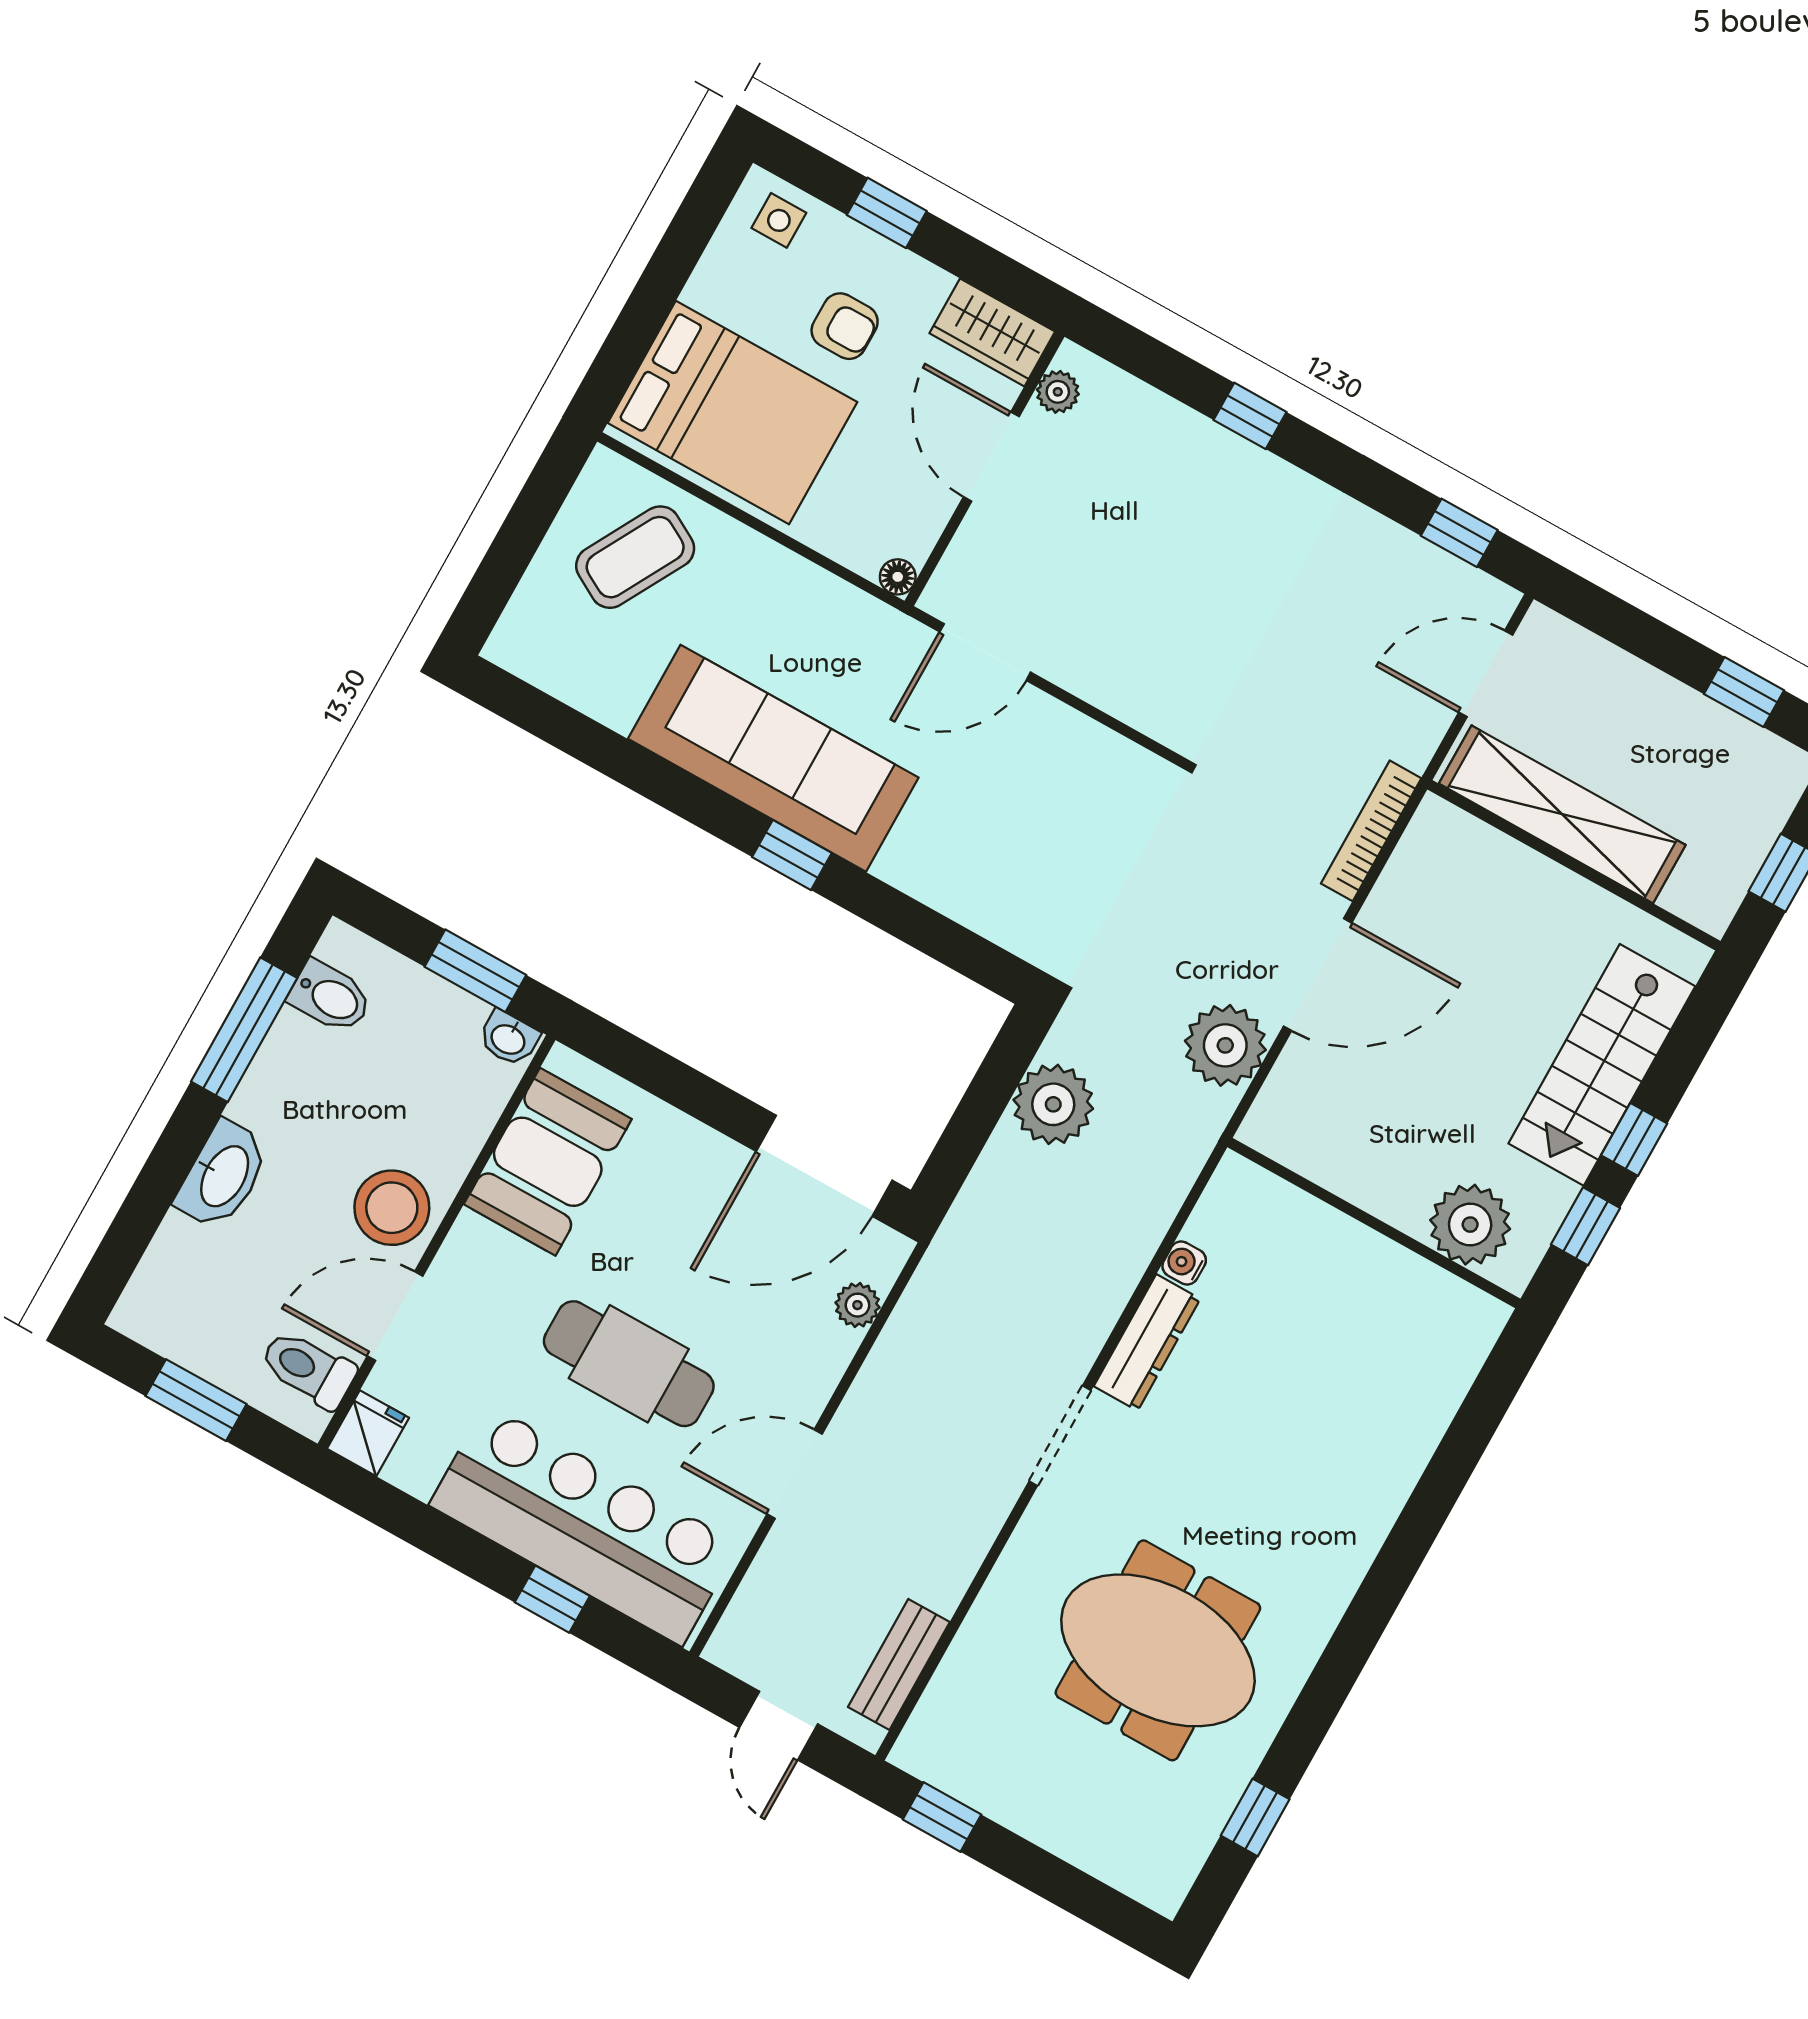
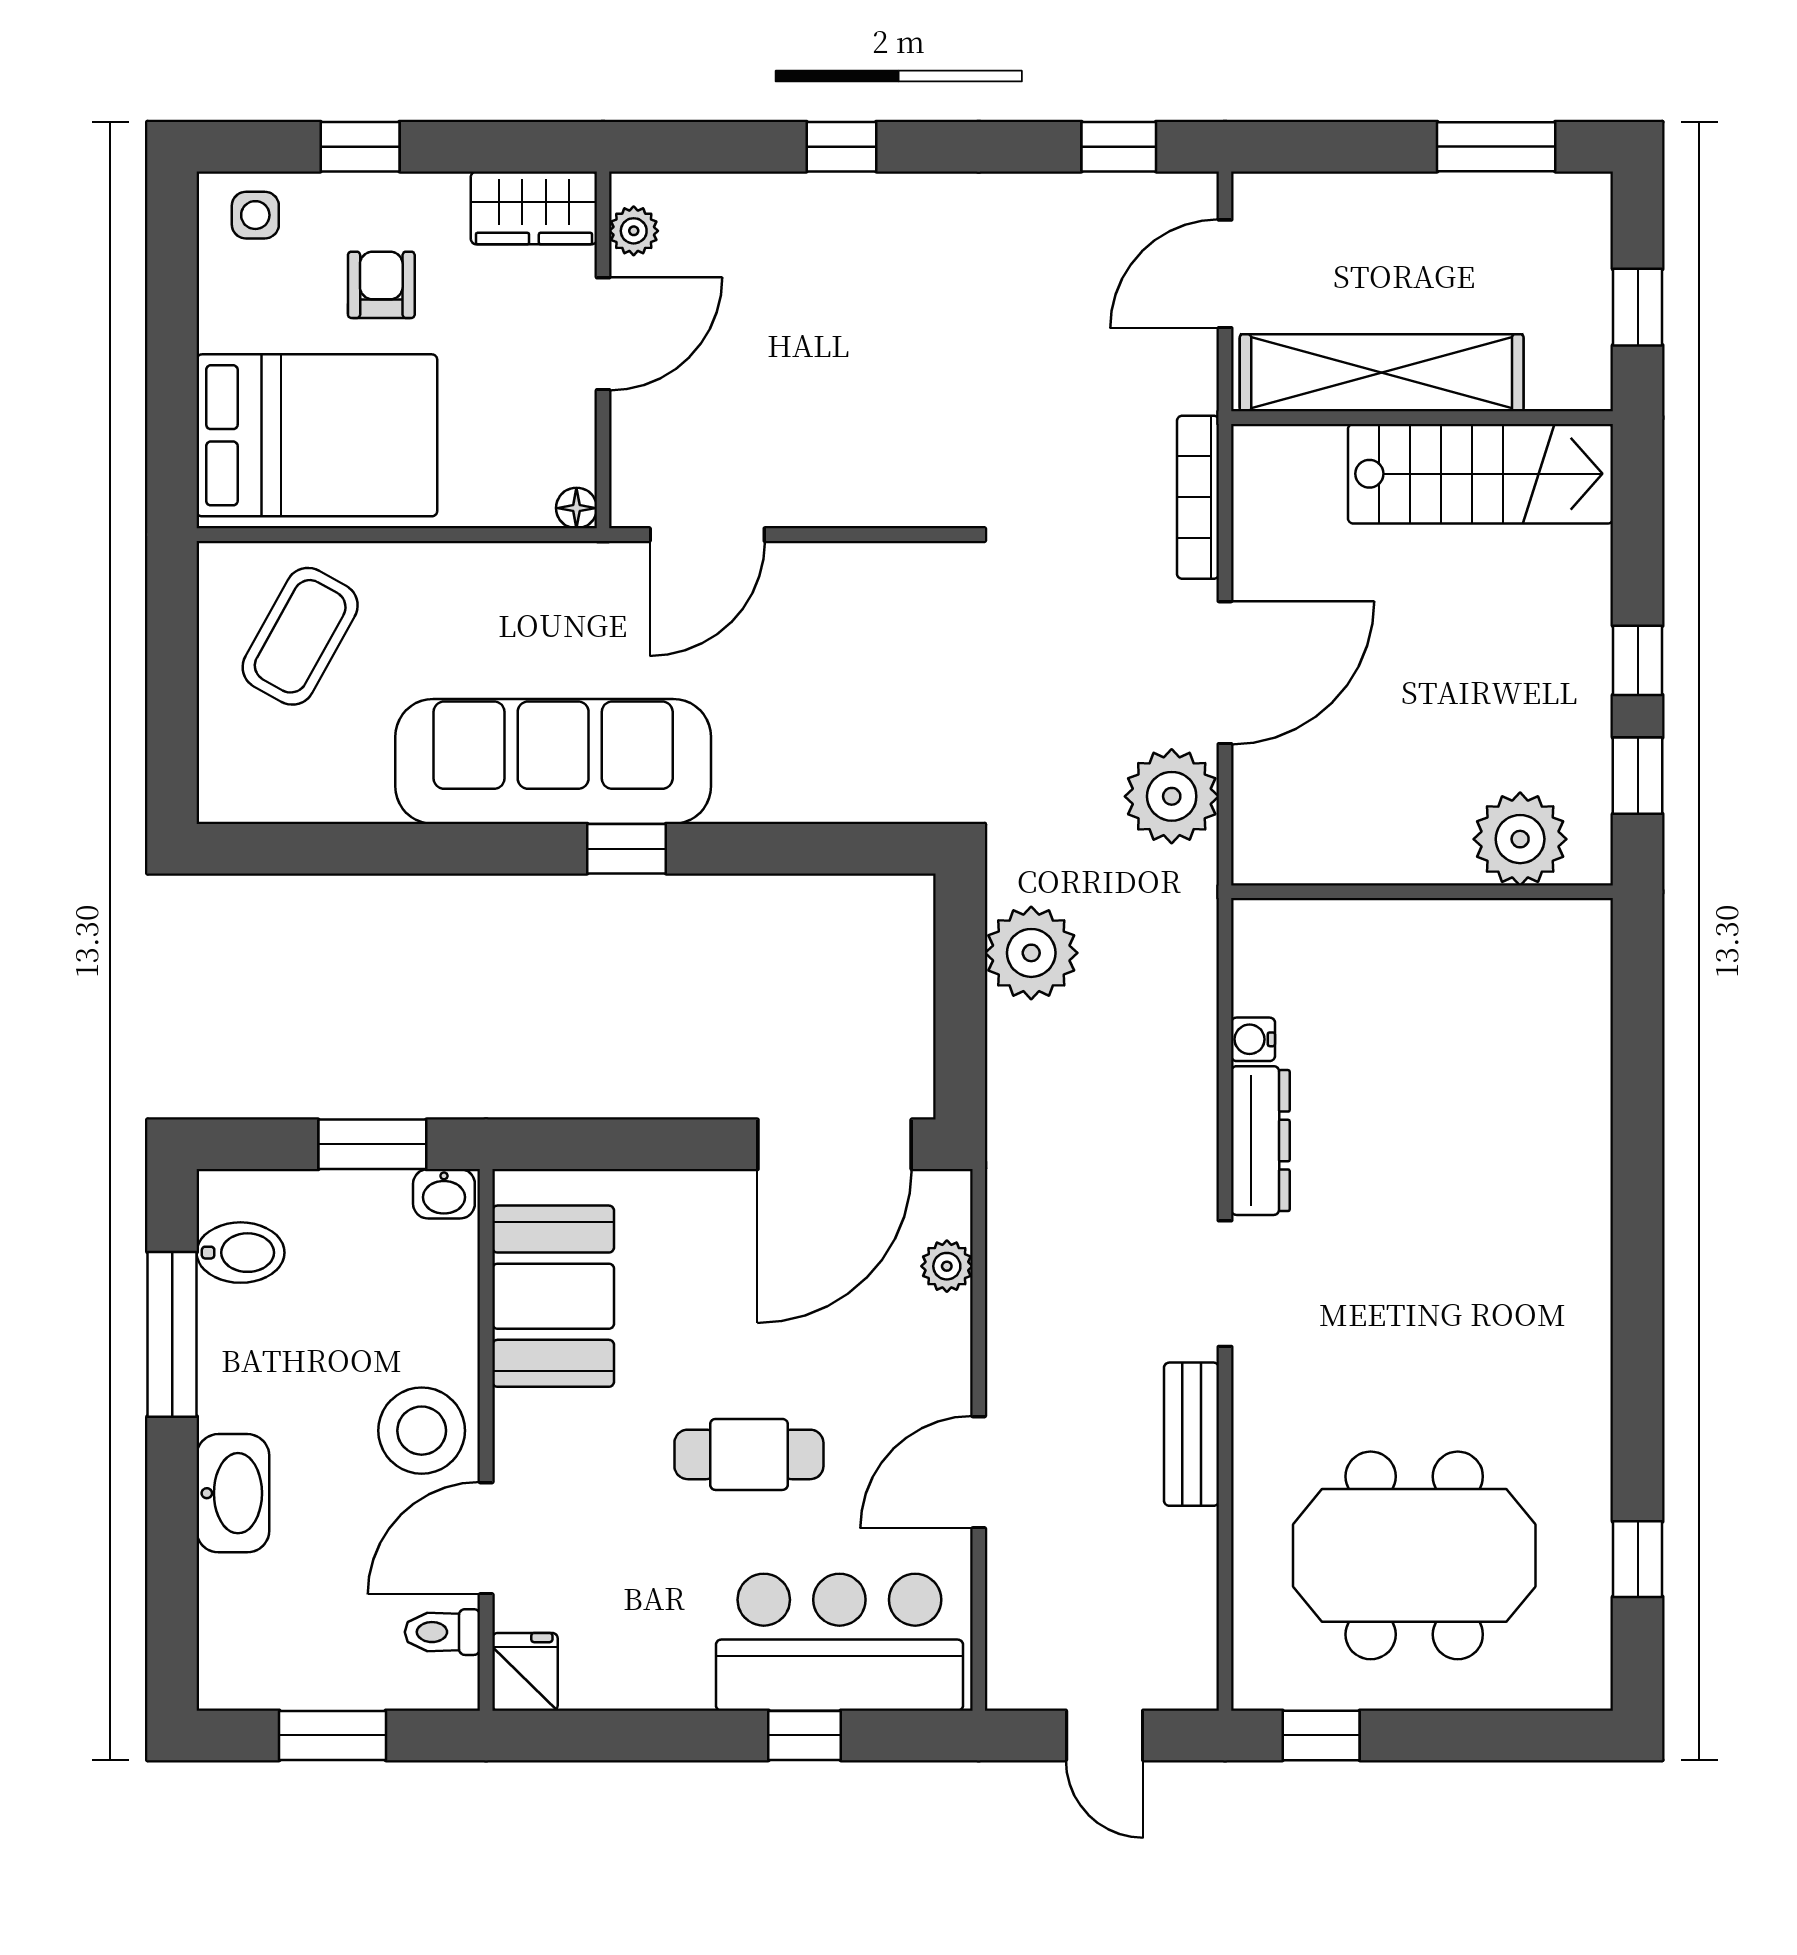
armchair: (845, 326) -> (381, 285), turned -90
door: (991, 457) -> (603, 334), swing flipped
window: (1744, 692) -> (1496, 147), width x1.50
stairs: (1602, 1065) -> (1481, 474), moved, turned -90
cafe table: (629, 1364) -> (749, 1454), width x0.73, depth x0.74
toilet: (308, 1369) -> (442, 1632), width x0.73, depth x0.72
bar counter: (584, 1525) -> (839, 1642), width x0.73
meeting table: (1158, 1650) -> (1414, 1555), moved
bench: (899, 1664) -> (1191, 1434), moved

